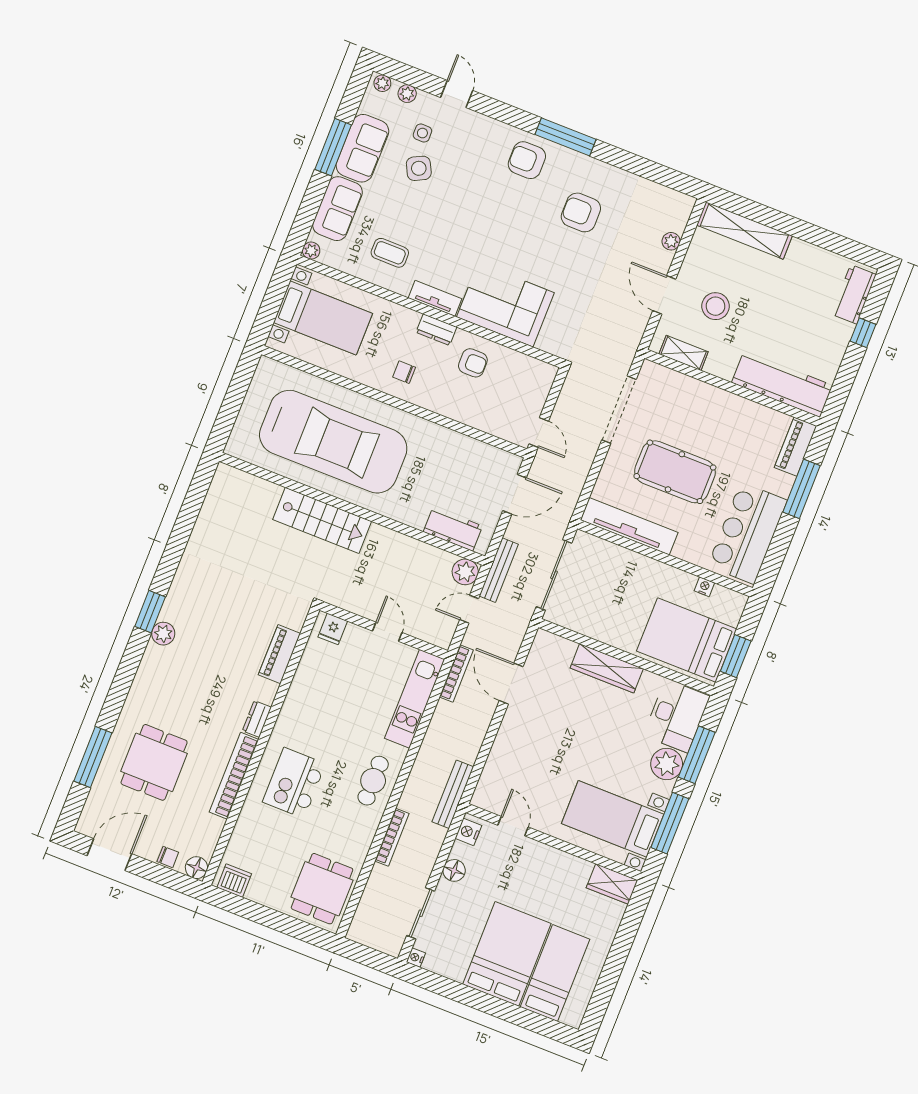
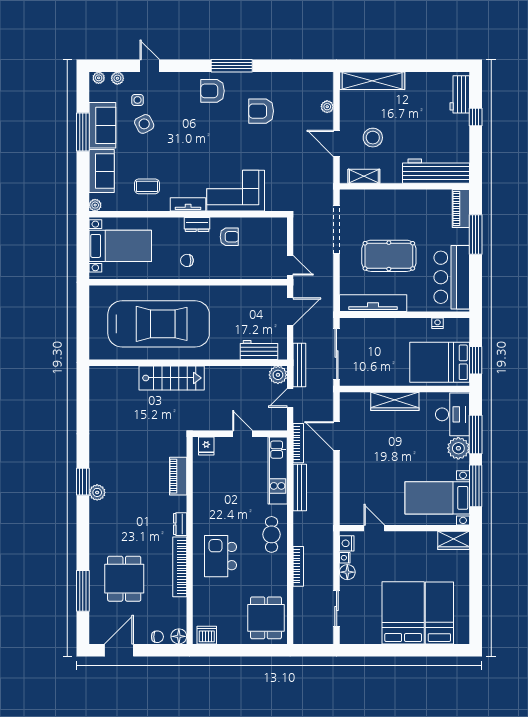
bench: (453, 794) -> (300, 487), moved
nightstand: (416, 958) -> (345, 558), moved

